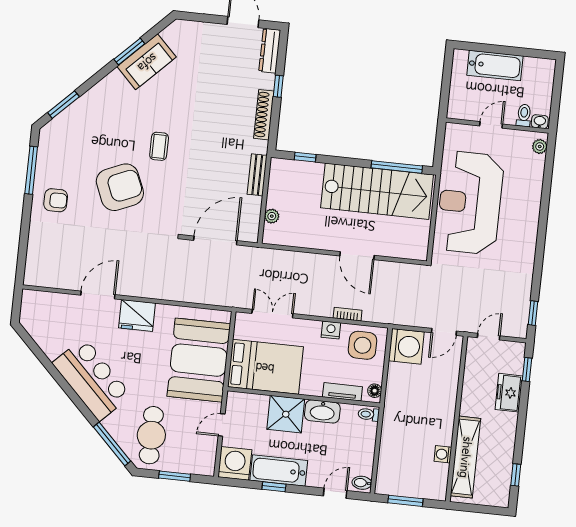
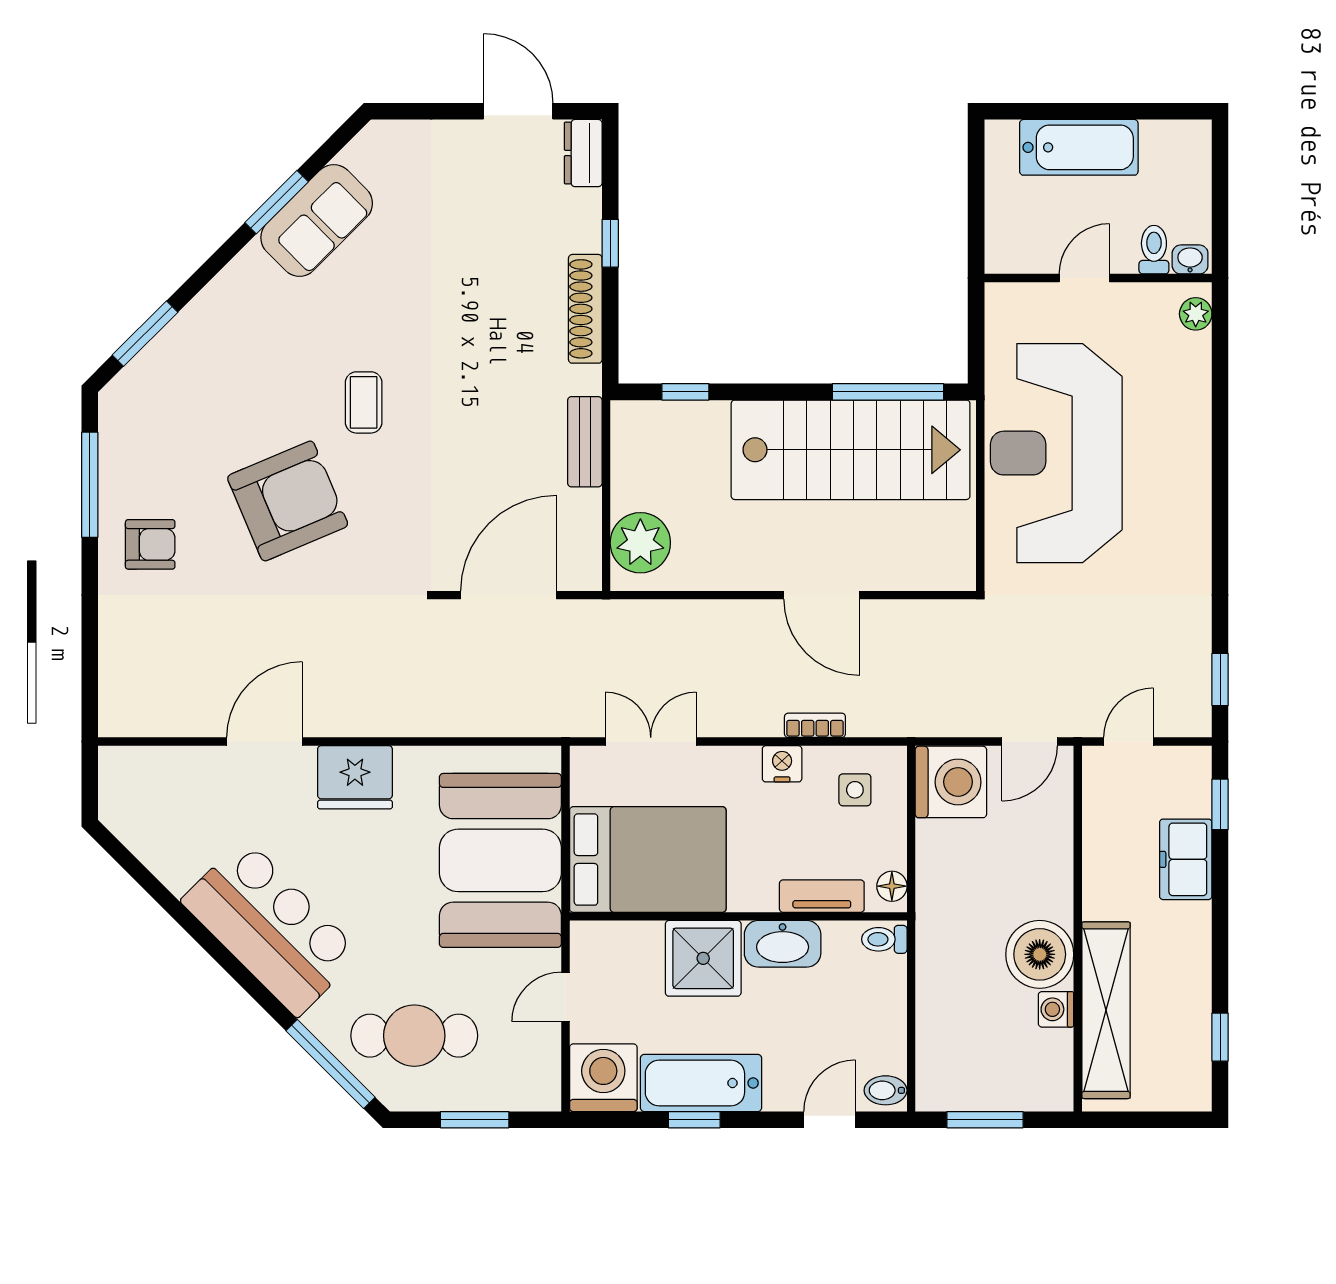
dresser: (270, 51) -> (583, 153), width x0.70
plant: (272, 216) -> (640, 543), width x1.87, depth x1.87
side table: (363, 345) -> (855, 790), width x0.54, depth x0.54
boiler: (438, 429) -> (1040, 954), added
cafe table: (151, 435) -> (414, 1036), turned 90

